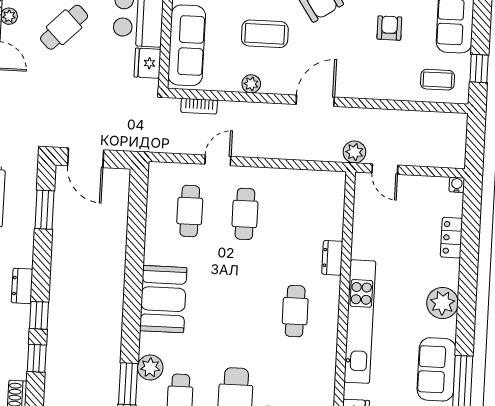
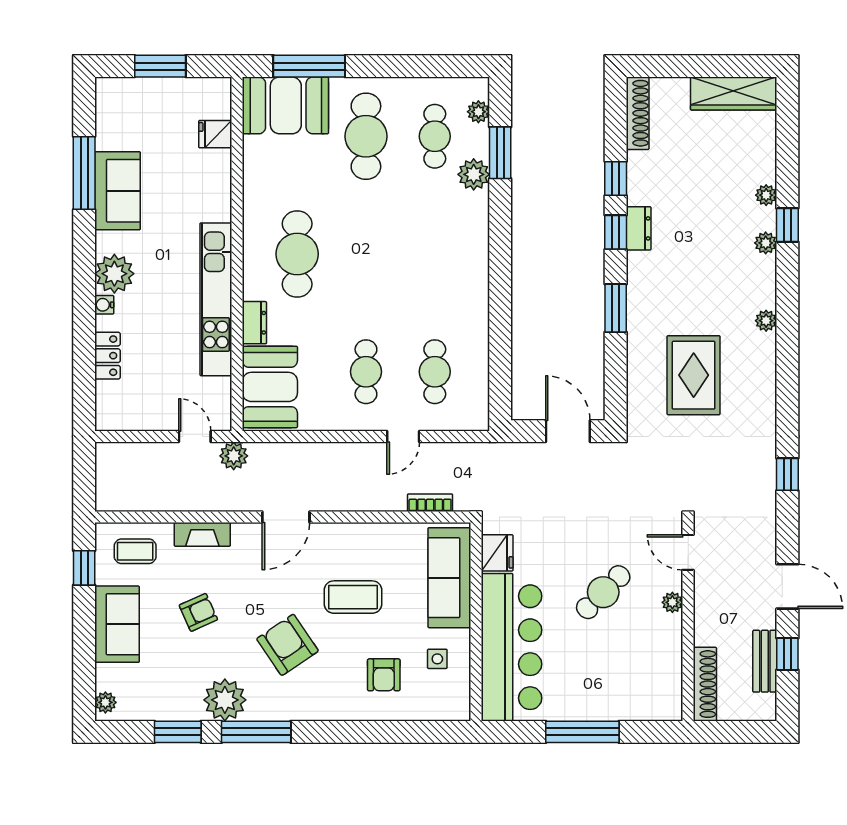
armchair: (389, 28) -> (198, 612), turned -114
plant: (251, 84) -> (367, 534), removed
fireplace: (383, 90) -> (202, 534), added
water cooler: (457, 185) -> (104, 305), moved, turned 90
window: (44, 210) -> (616, 308), moved
dresser: (22, 286) -> (639, 228), moved
booth: (163, 299) -> (270, 387), moved
cafe table: (295, 311) -> (297, 254), width x1.37, depth x1.35
kitchen unit: (360, 322) -> (216, 299), moved

